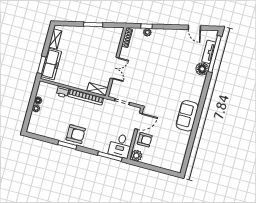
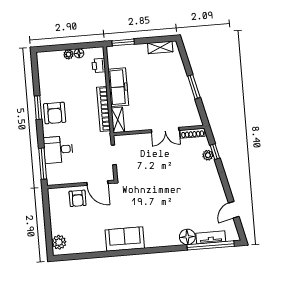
freezer: (51, 64) -> (118, 87), moved, turned -90
double door: (115, 68) -> (165, 130), moved
printer: (63, 92) -> (99, 65), moved
desk: (120, 146) -> (58, 150), moved
plant: (136, 156) -> (59, 242), moved

